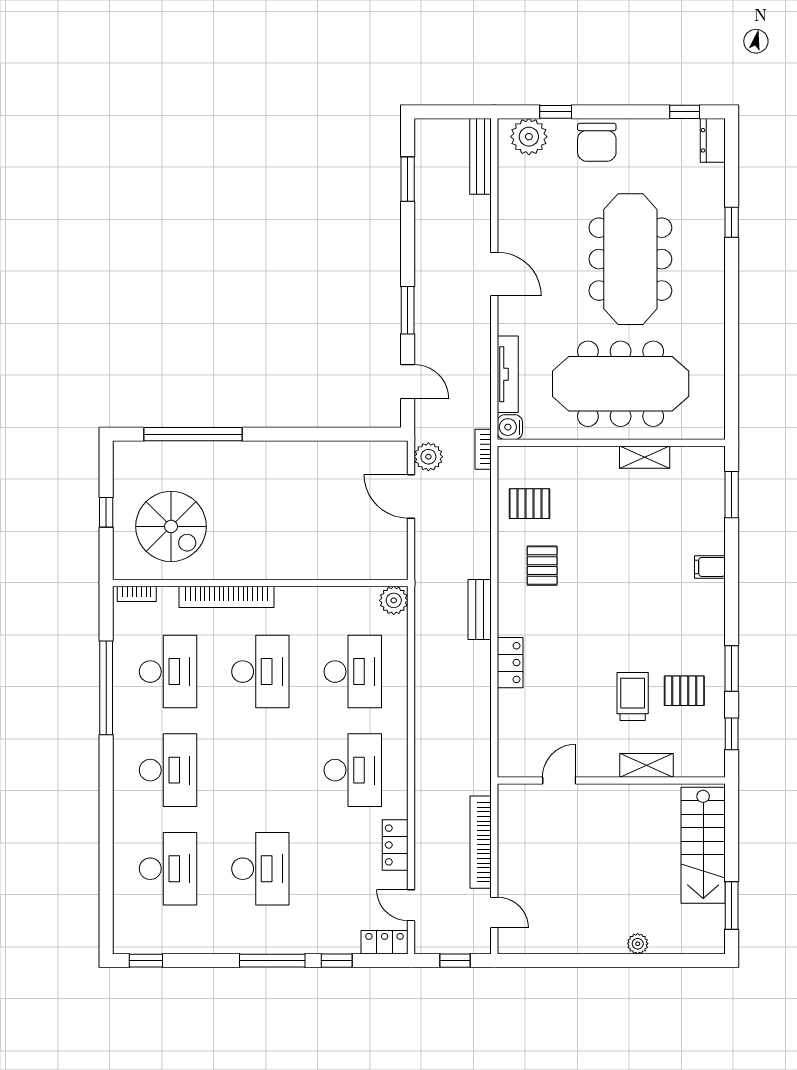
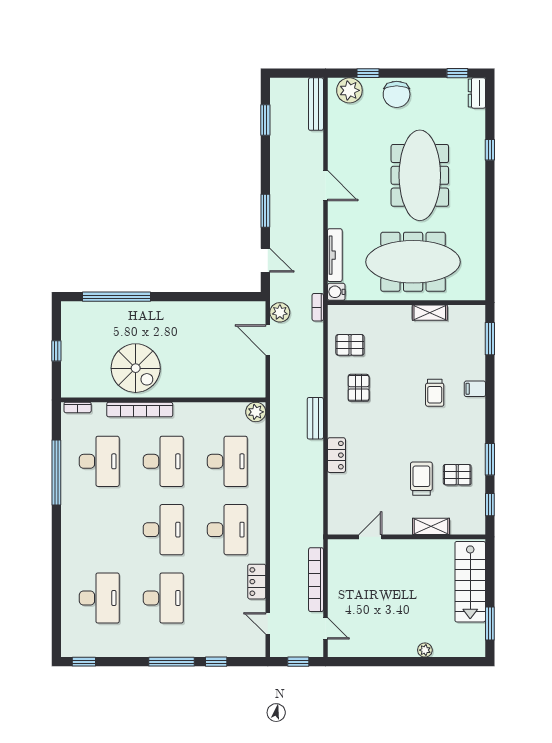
spiral stairs: (171, 526) -> (136, 368), moved
trolley: (652, 573) -> (435, 393), added
desk: (168, 770) -> (163, 530), moved
locker: (385, 942) -> (249, 649), removed

